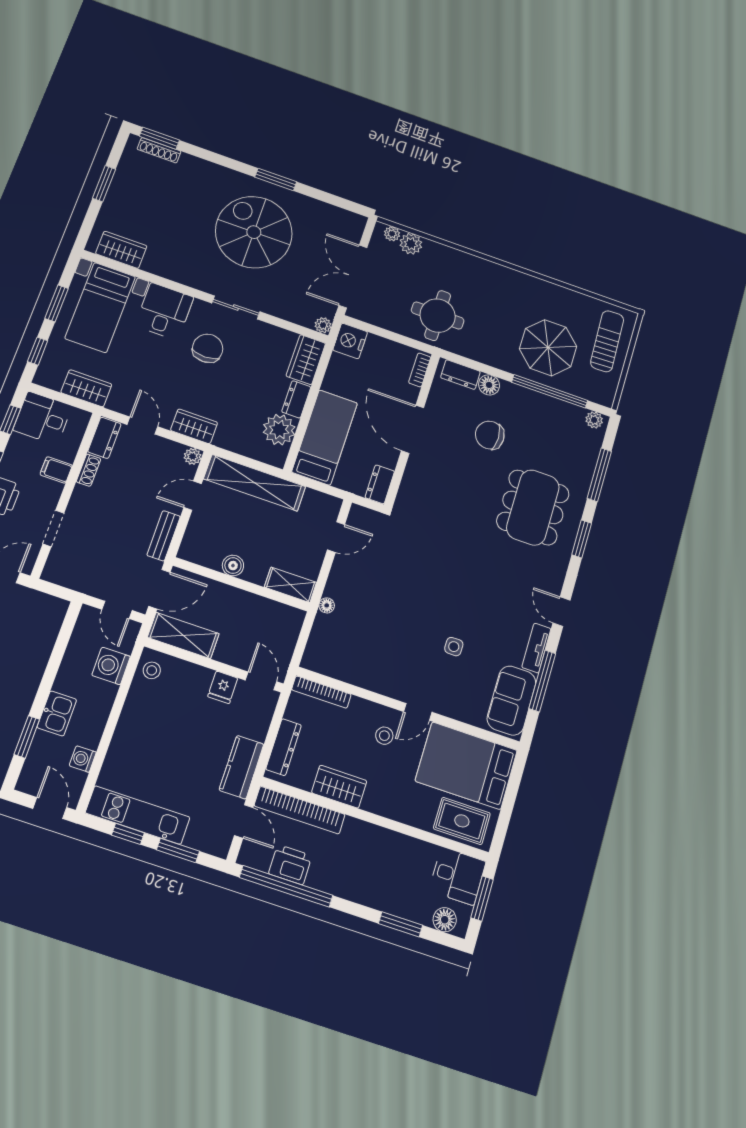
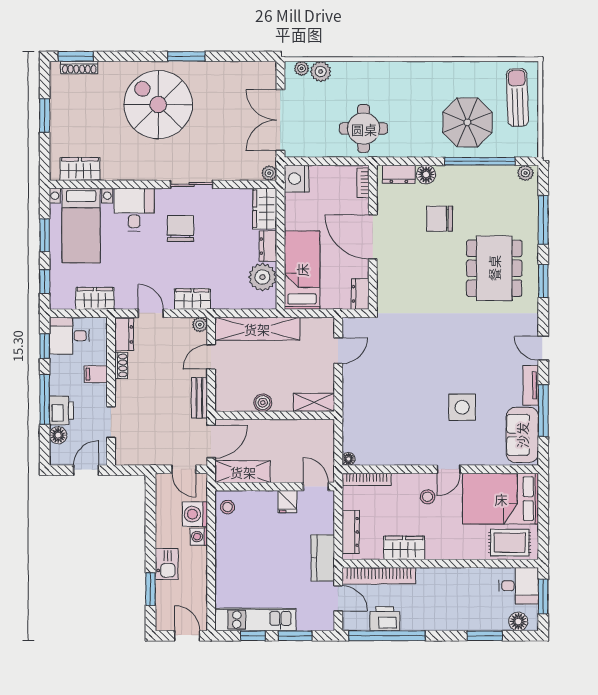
spiral stairs: (254, 232) -> (158, 105), moved
floor lamp: (327, 605) -> (349, 459), moved
side table: (454, 647) -> (462, 407), width x1.87, depth x1.87
washing machine: (83, 759) -> (199, 537), moved

